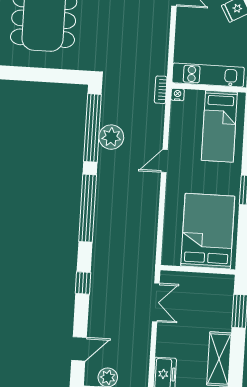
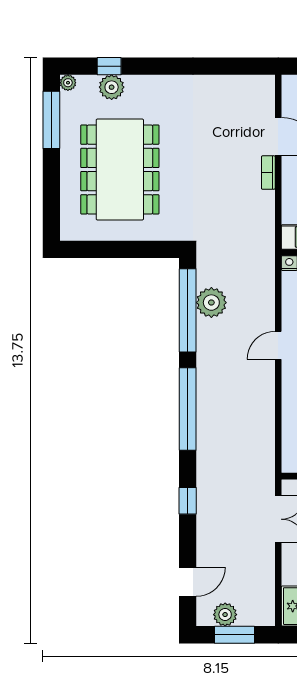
bookcase: (161, 90) -> (268, 173), moved
plant: (111, 137) -> (211, 303), moved

